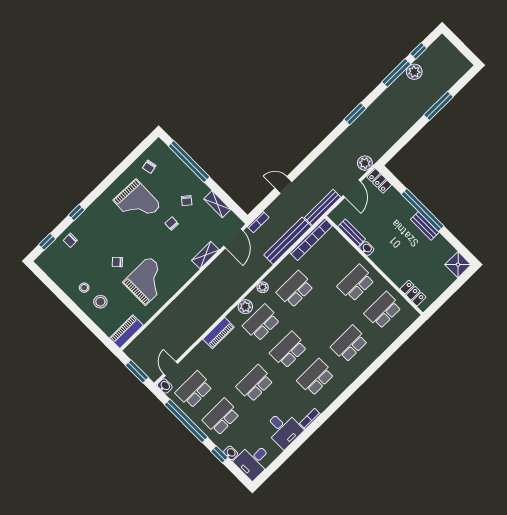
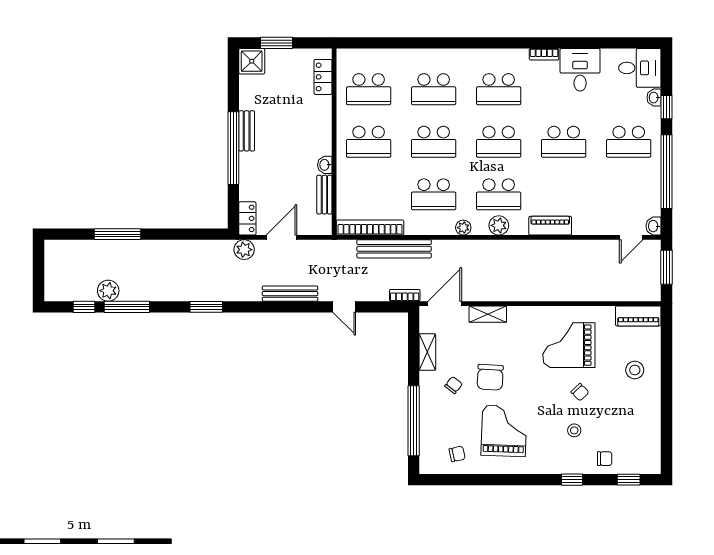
bench: (323, 207) -> (290, 294), moved
chair: (172, 224) -> (490, 377), width x1.87, depth x1.87
window: (455, 287) -> (277, 43), added
stool: (84, 288) -> (574, 430), moved
school desk: (194, 390) -> (434, 142), moved

